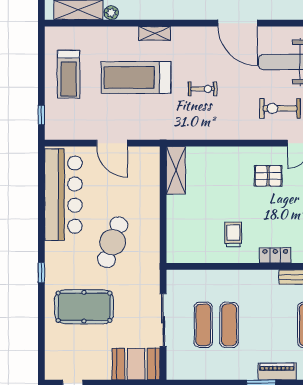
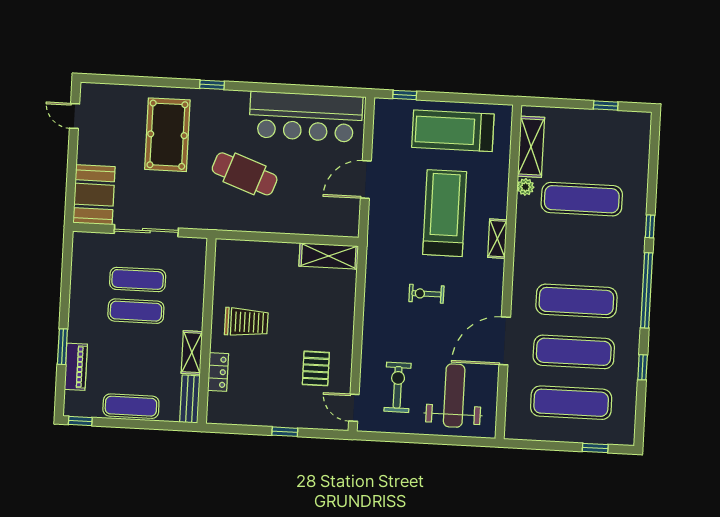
treadmill: (69, 74) -> (453, 131), width x1.37, depth x1.38
exercise bike: (203, 89) -> (426, 294), turned 90
trolley: (233, 234) -> (246, 322), width x1.36, depth x1.39
shelving: (260, 278) -> (192, 352), added

